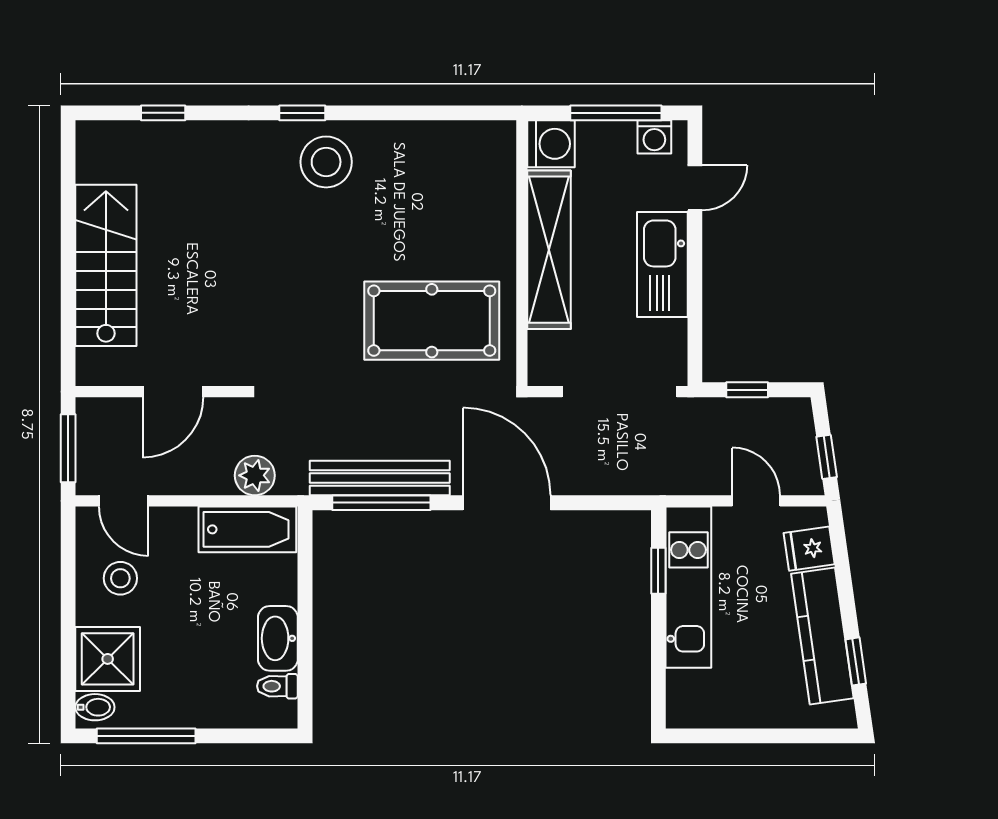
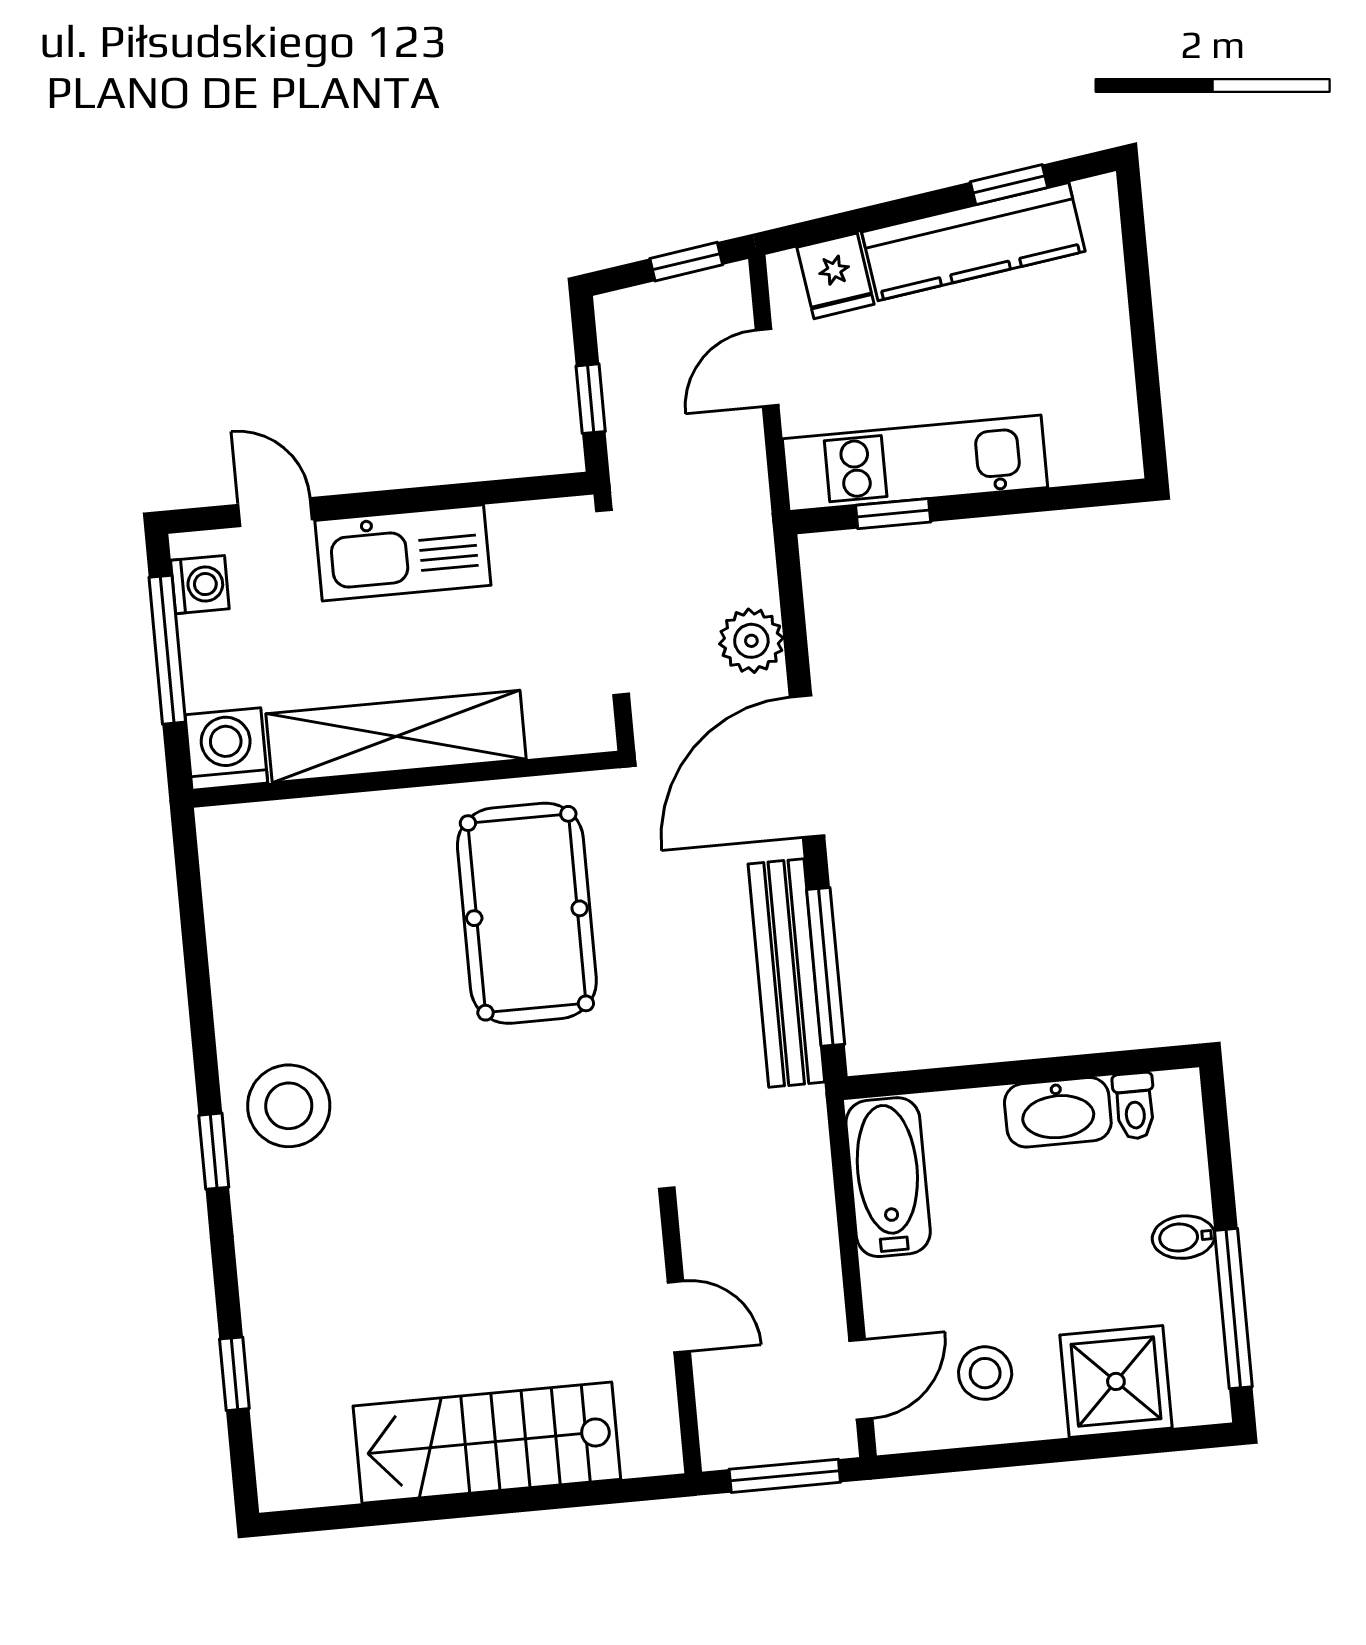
door: (173, 392) -> (679, 1317), width x0.73
plant: (255, 475) -> (751, 641), moved
bidet: (95, 707) -> (1184, 1237), moved, turned -90

